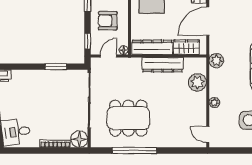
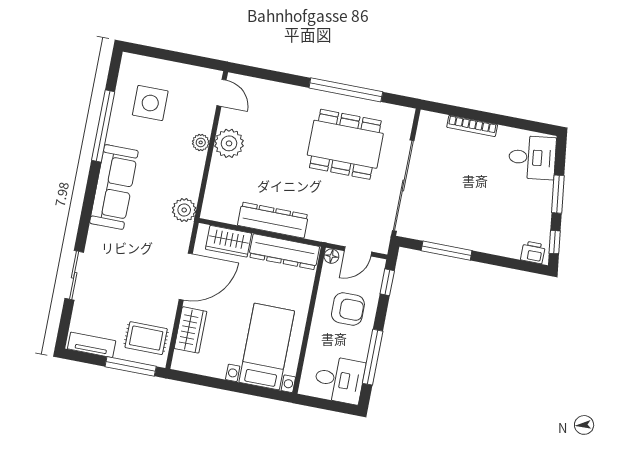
window: (56, 67) -> (447, 251), width x1.44
plant: (197, 82) -> (229, 143), moved
floor lamp: (79, 139) -> (431, 126), removed

